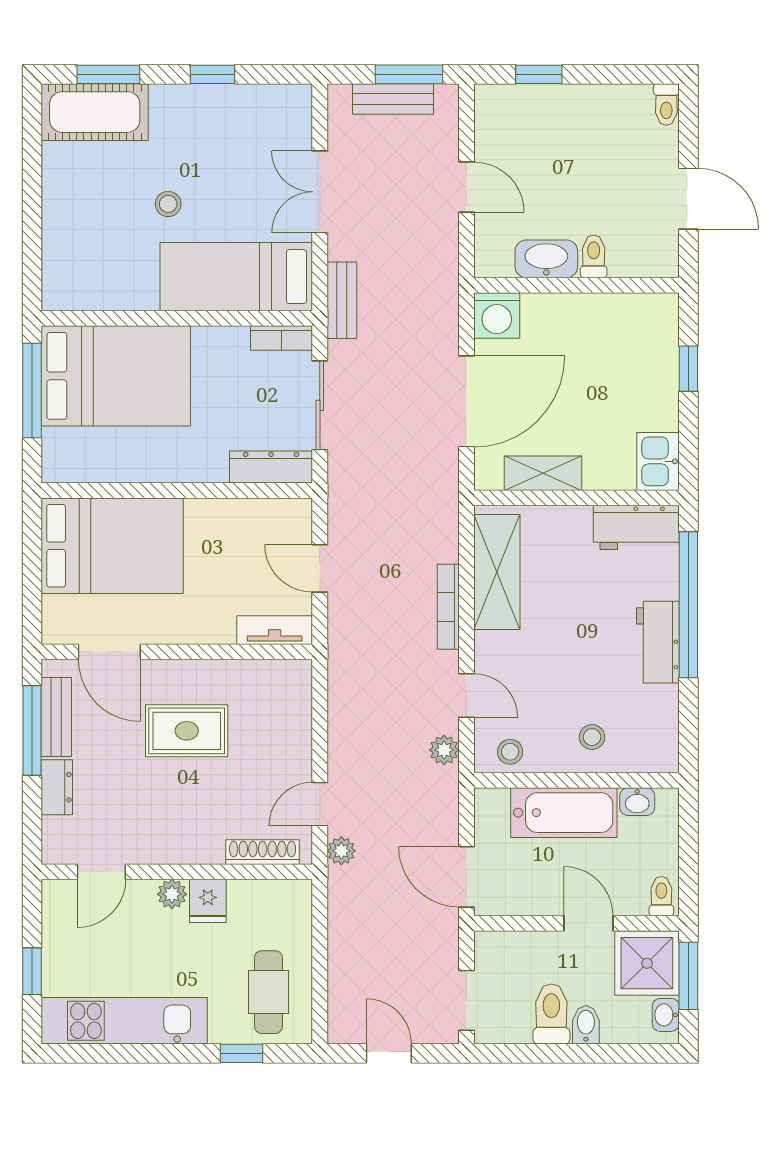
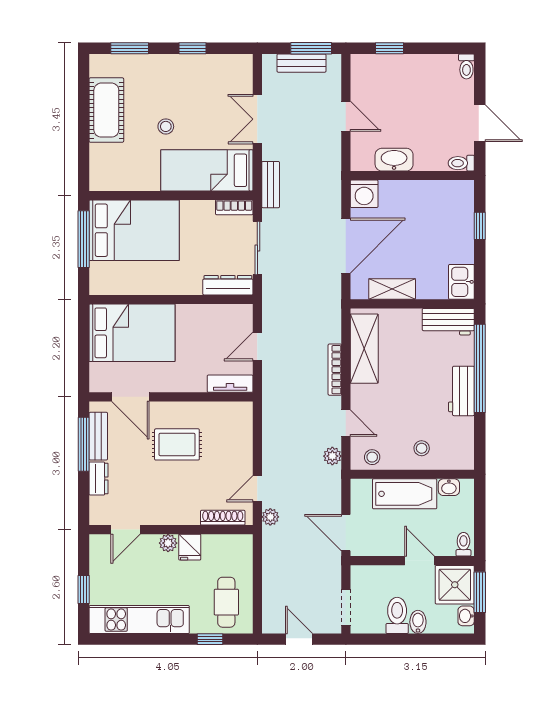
cot: (95, 112) -> (106, 110), moved, turned 90
toilet: (594, 256) -> (461, 163), moved, turned -90
door: (320, 568) -> (257, 346), hinge flipped

